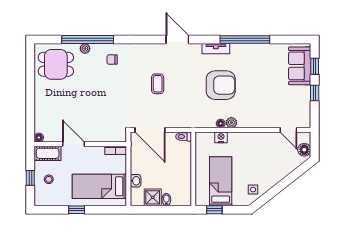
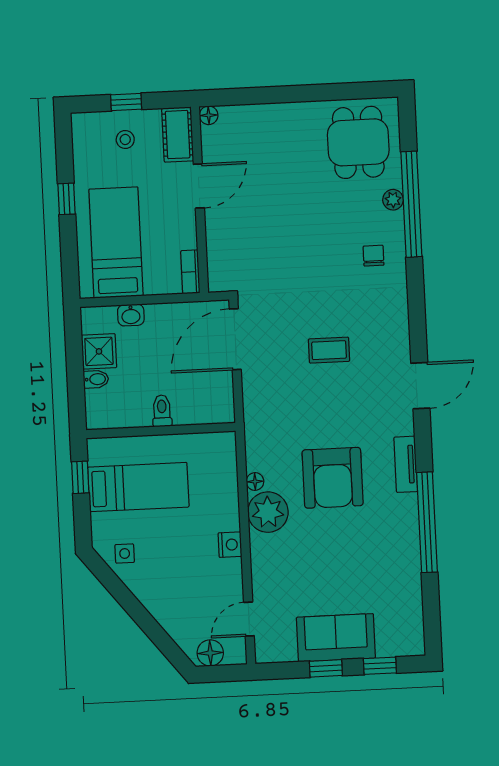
sofa: (300, 66) -> (336, 638), moved
plant: (231, 123) -> (268, 512), width x1.87, depth x1.87
toilet: (184, 137) -> (162, 411), moved
nightstand: (221, 137) -> (230, 545), moved

